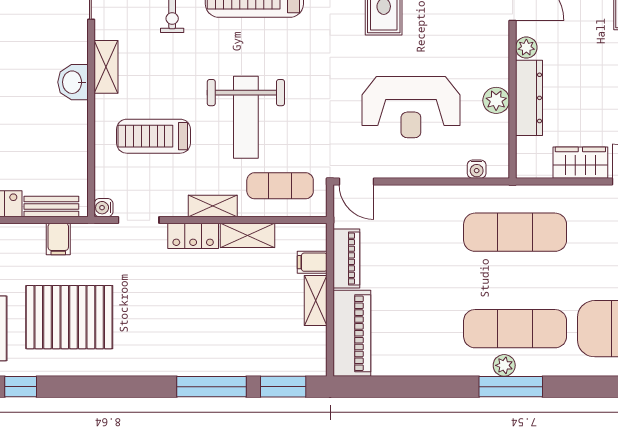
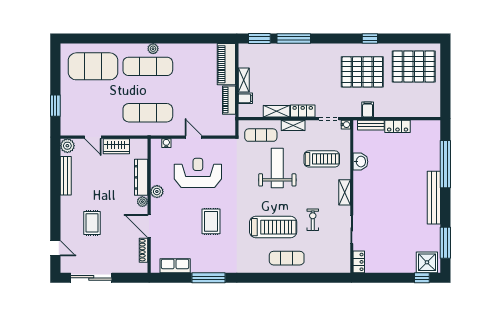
washbasin: (73, 82) -> (360, 162), moved
plant: (496, 100) -> (157, 192), moved
door: (356, 182) -> (193, 137), moved
window: (21, 387) -> (370, 38), moved
window: (511, 387) -> (150, 38), removed

